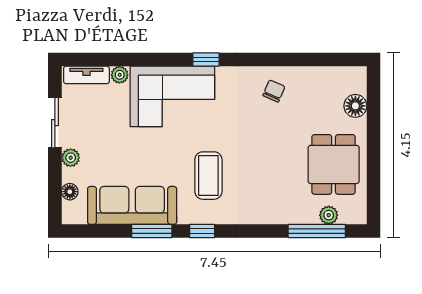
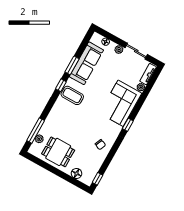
window: (343, 60) -> (98, 179), added
coffee table: (208, 176) -> (72, 95), moved

